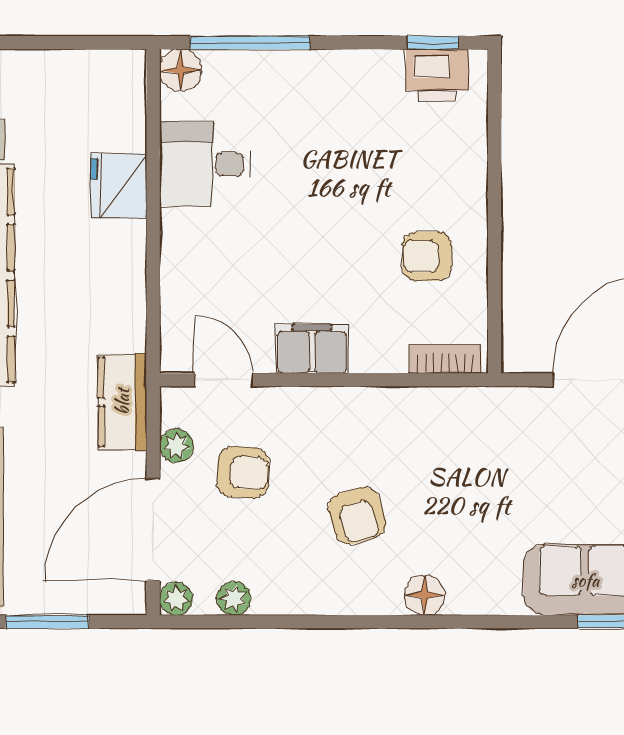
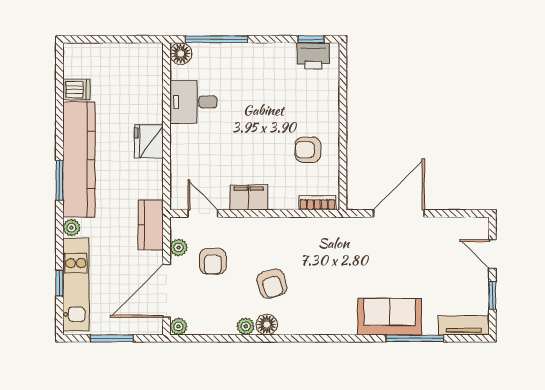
fridge: (119, 186) -> (149, 141), moved
armchair: (243, 472) -> (213, 261), turned 87
floor lamp: (425, 595) -> (267, 325), moved
plant: (234, 598) -> (246, 326), moved

